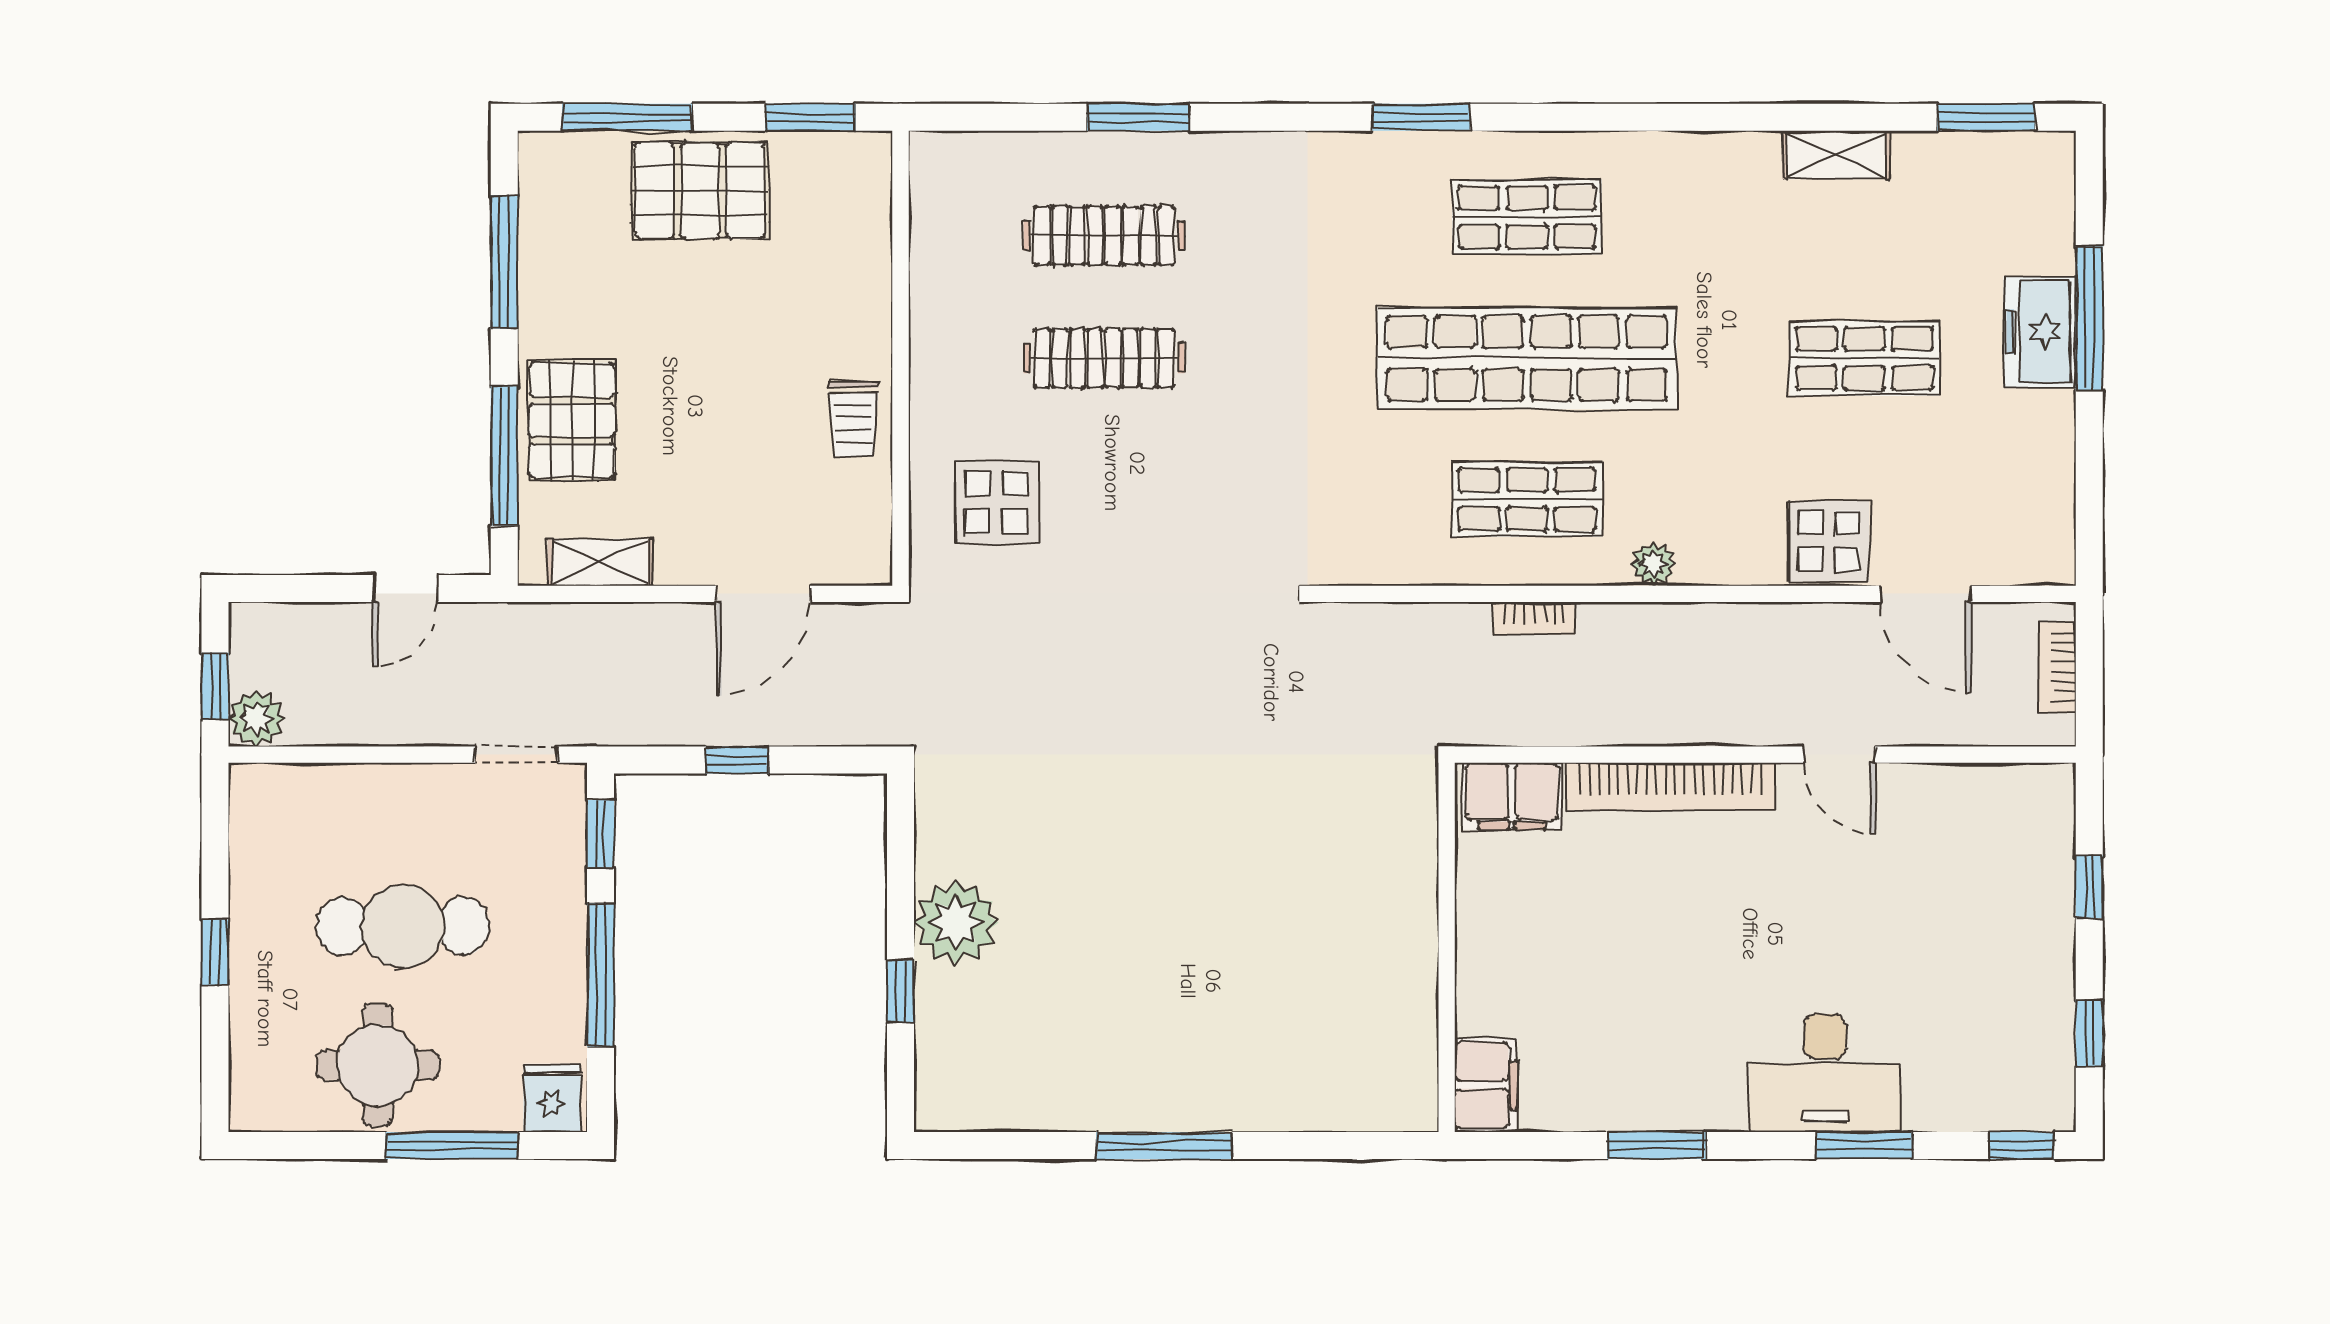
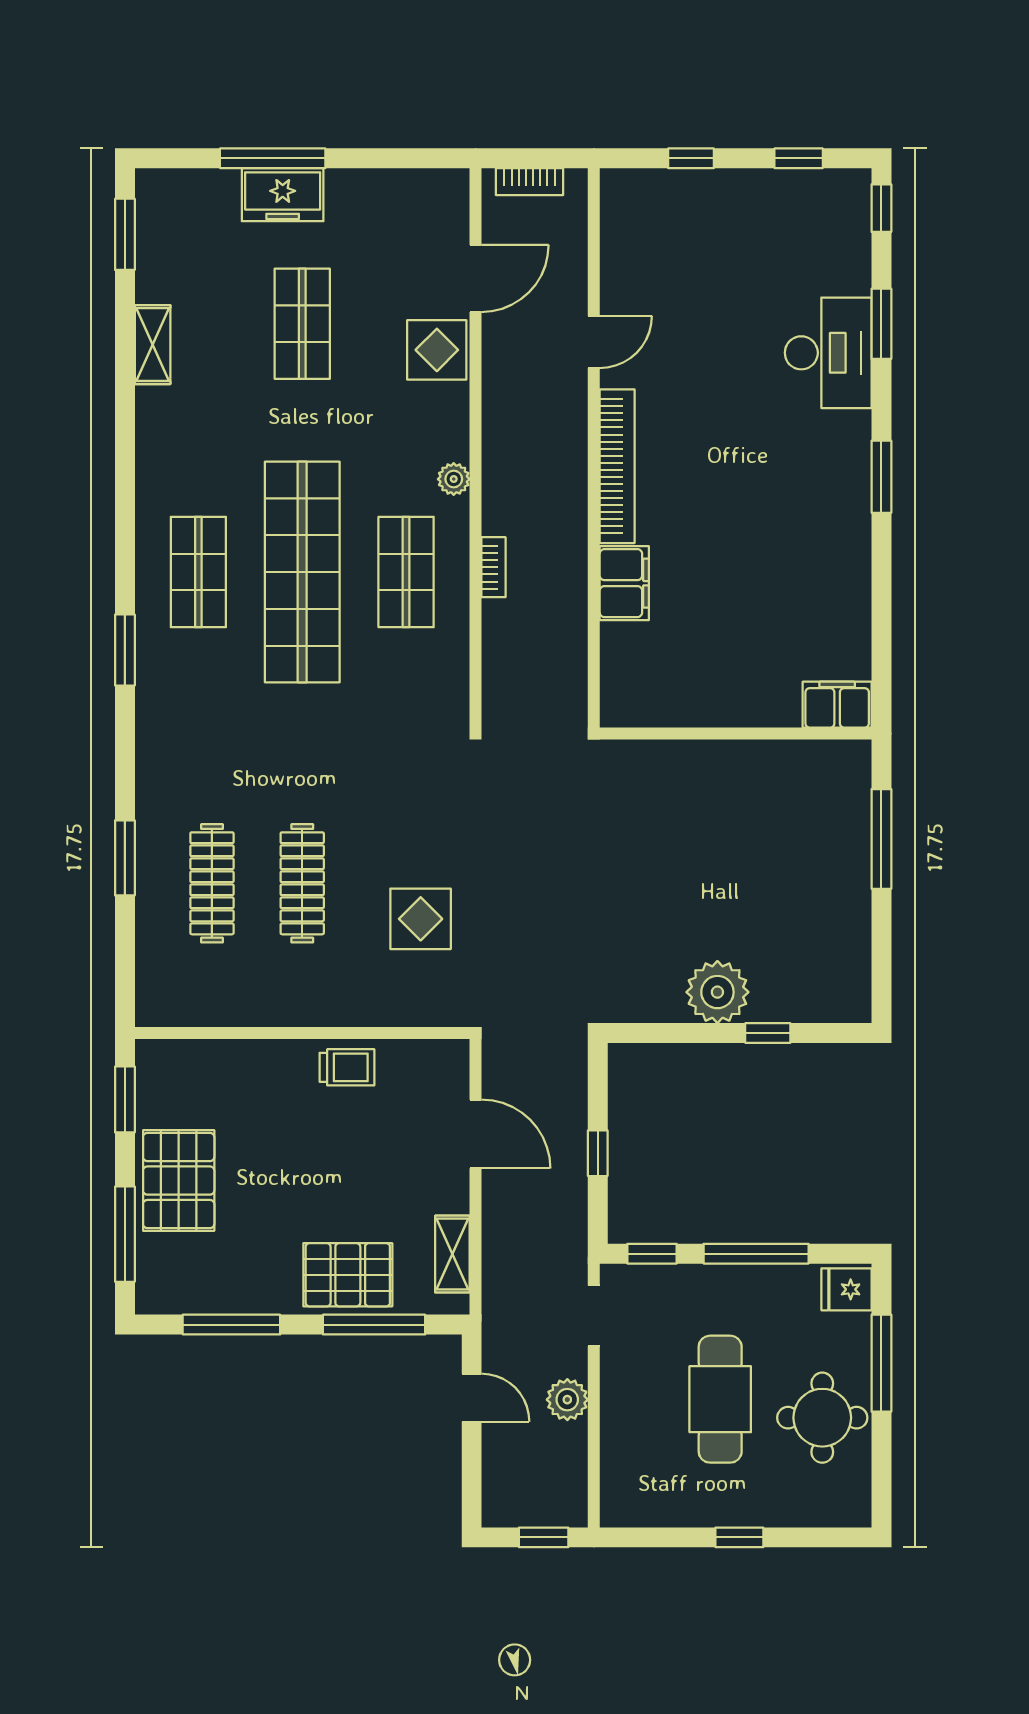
display table: (996, 503) -> (421, 919), moved
plant: (256, 719) -> (567, 1400), moved
wall: (1447, 947) -> (736, 734), moved
filing cabinet: (1486, 1085) -> (837, 705), moved

